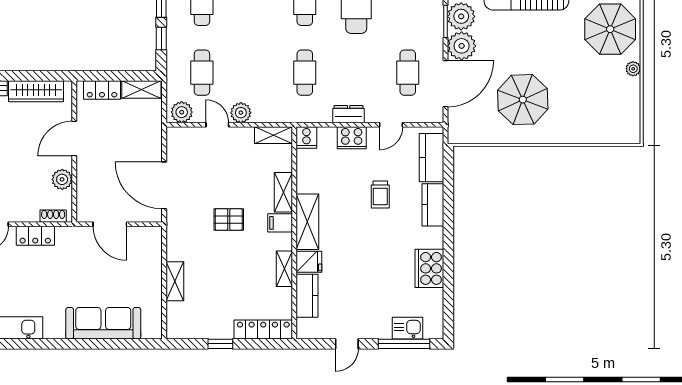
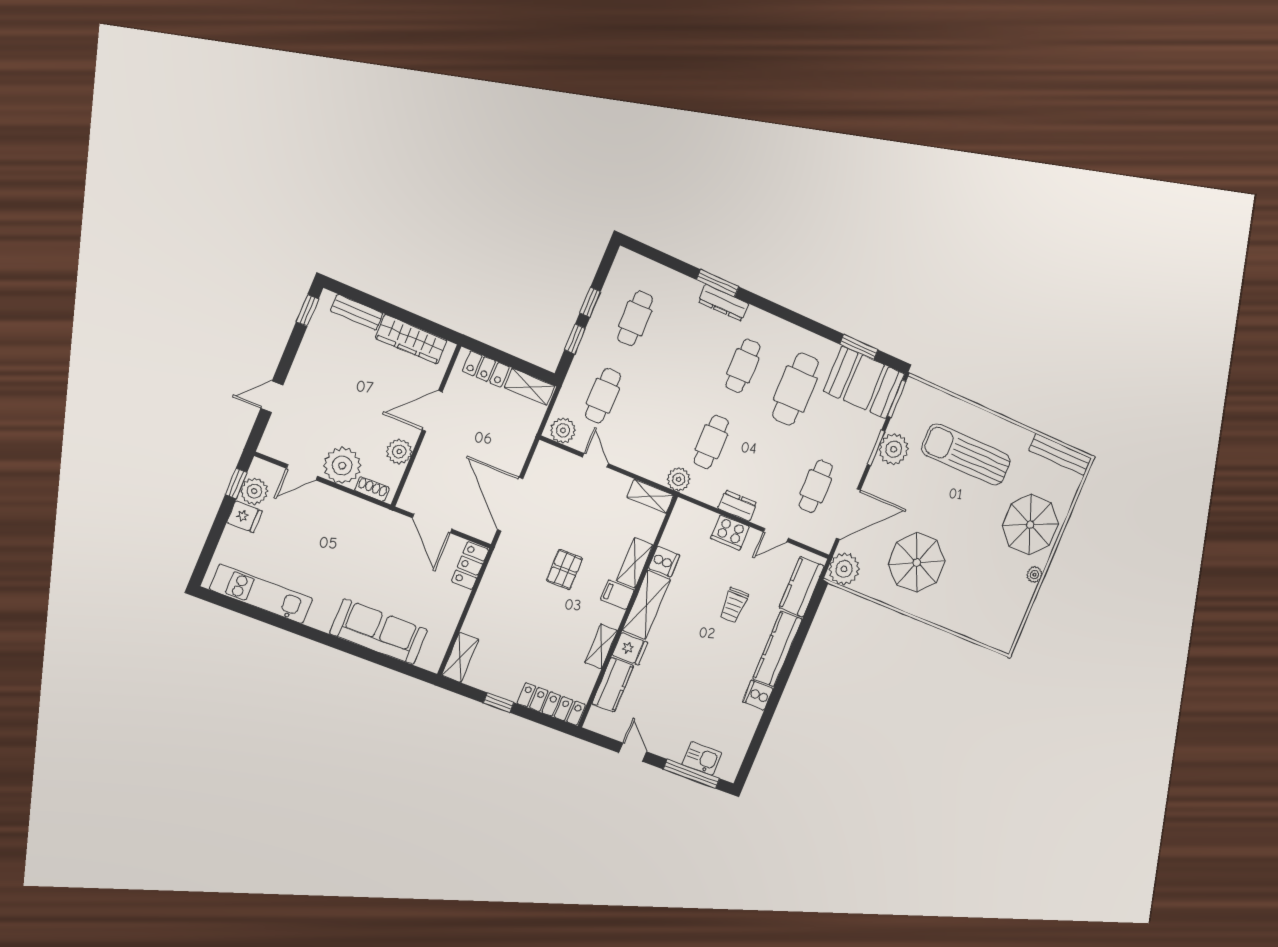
plant: (462, 46) -> (844, 569), moved
plant: (241, 113) -> (679, 479), moved
cooker: (306, 137) -> (664, 562), moved, turned -90
kitchen counter: (433, 205) -> (777, 649), width x1.50
plant: (24, 207) -> (342, 466), added
pallet: (229, 219) -> (564, 570), turned 90
locker: (35, 236) -> (470, 566), moved, turned 90
cooker: (429, 268) -> (758, 695), width x0.53, depth x0.76
shelving: (175, 281) -> (460, 657), moved
door: (347, 344) -> (633, 752), swing flipped

